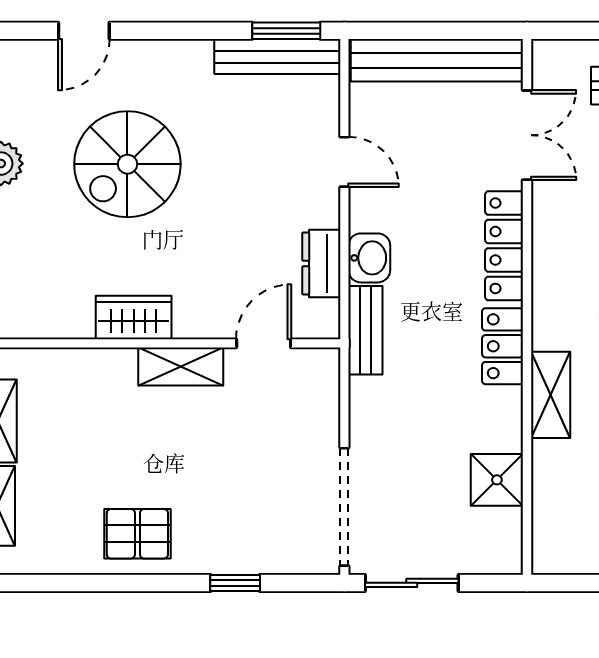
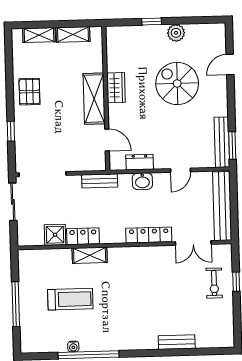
door: (84, 31) -> (230, 65), hinge flipped
bench: (365, 330) -> (100, 181), moved
locker: (503, 346) -> (83, 236), moved
shelving: (181, 367) -> (94, 99), width x1.50, depth x1.33

